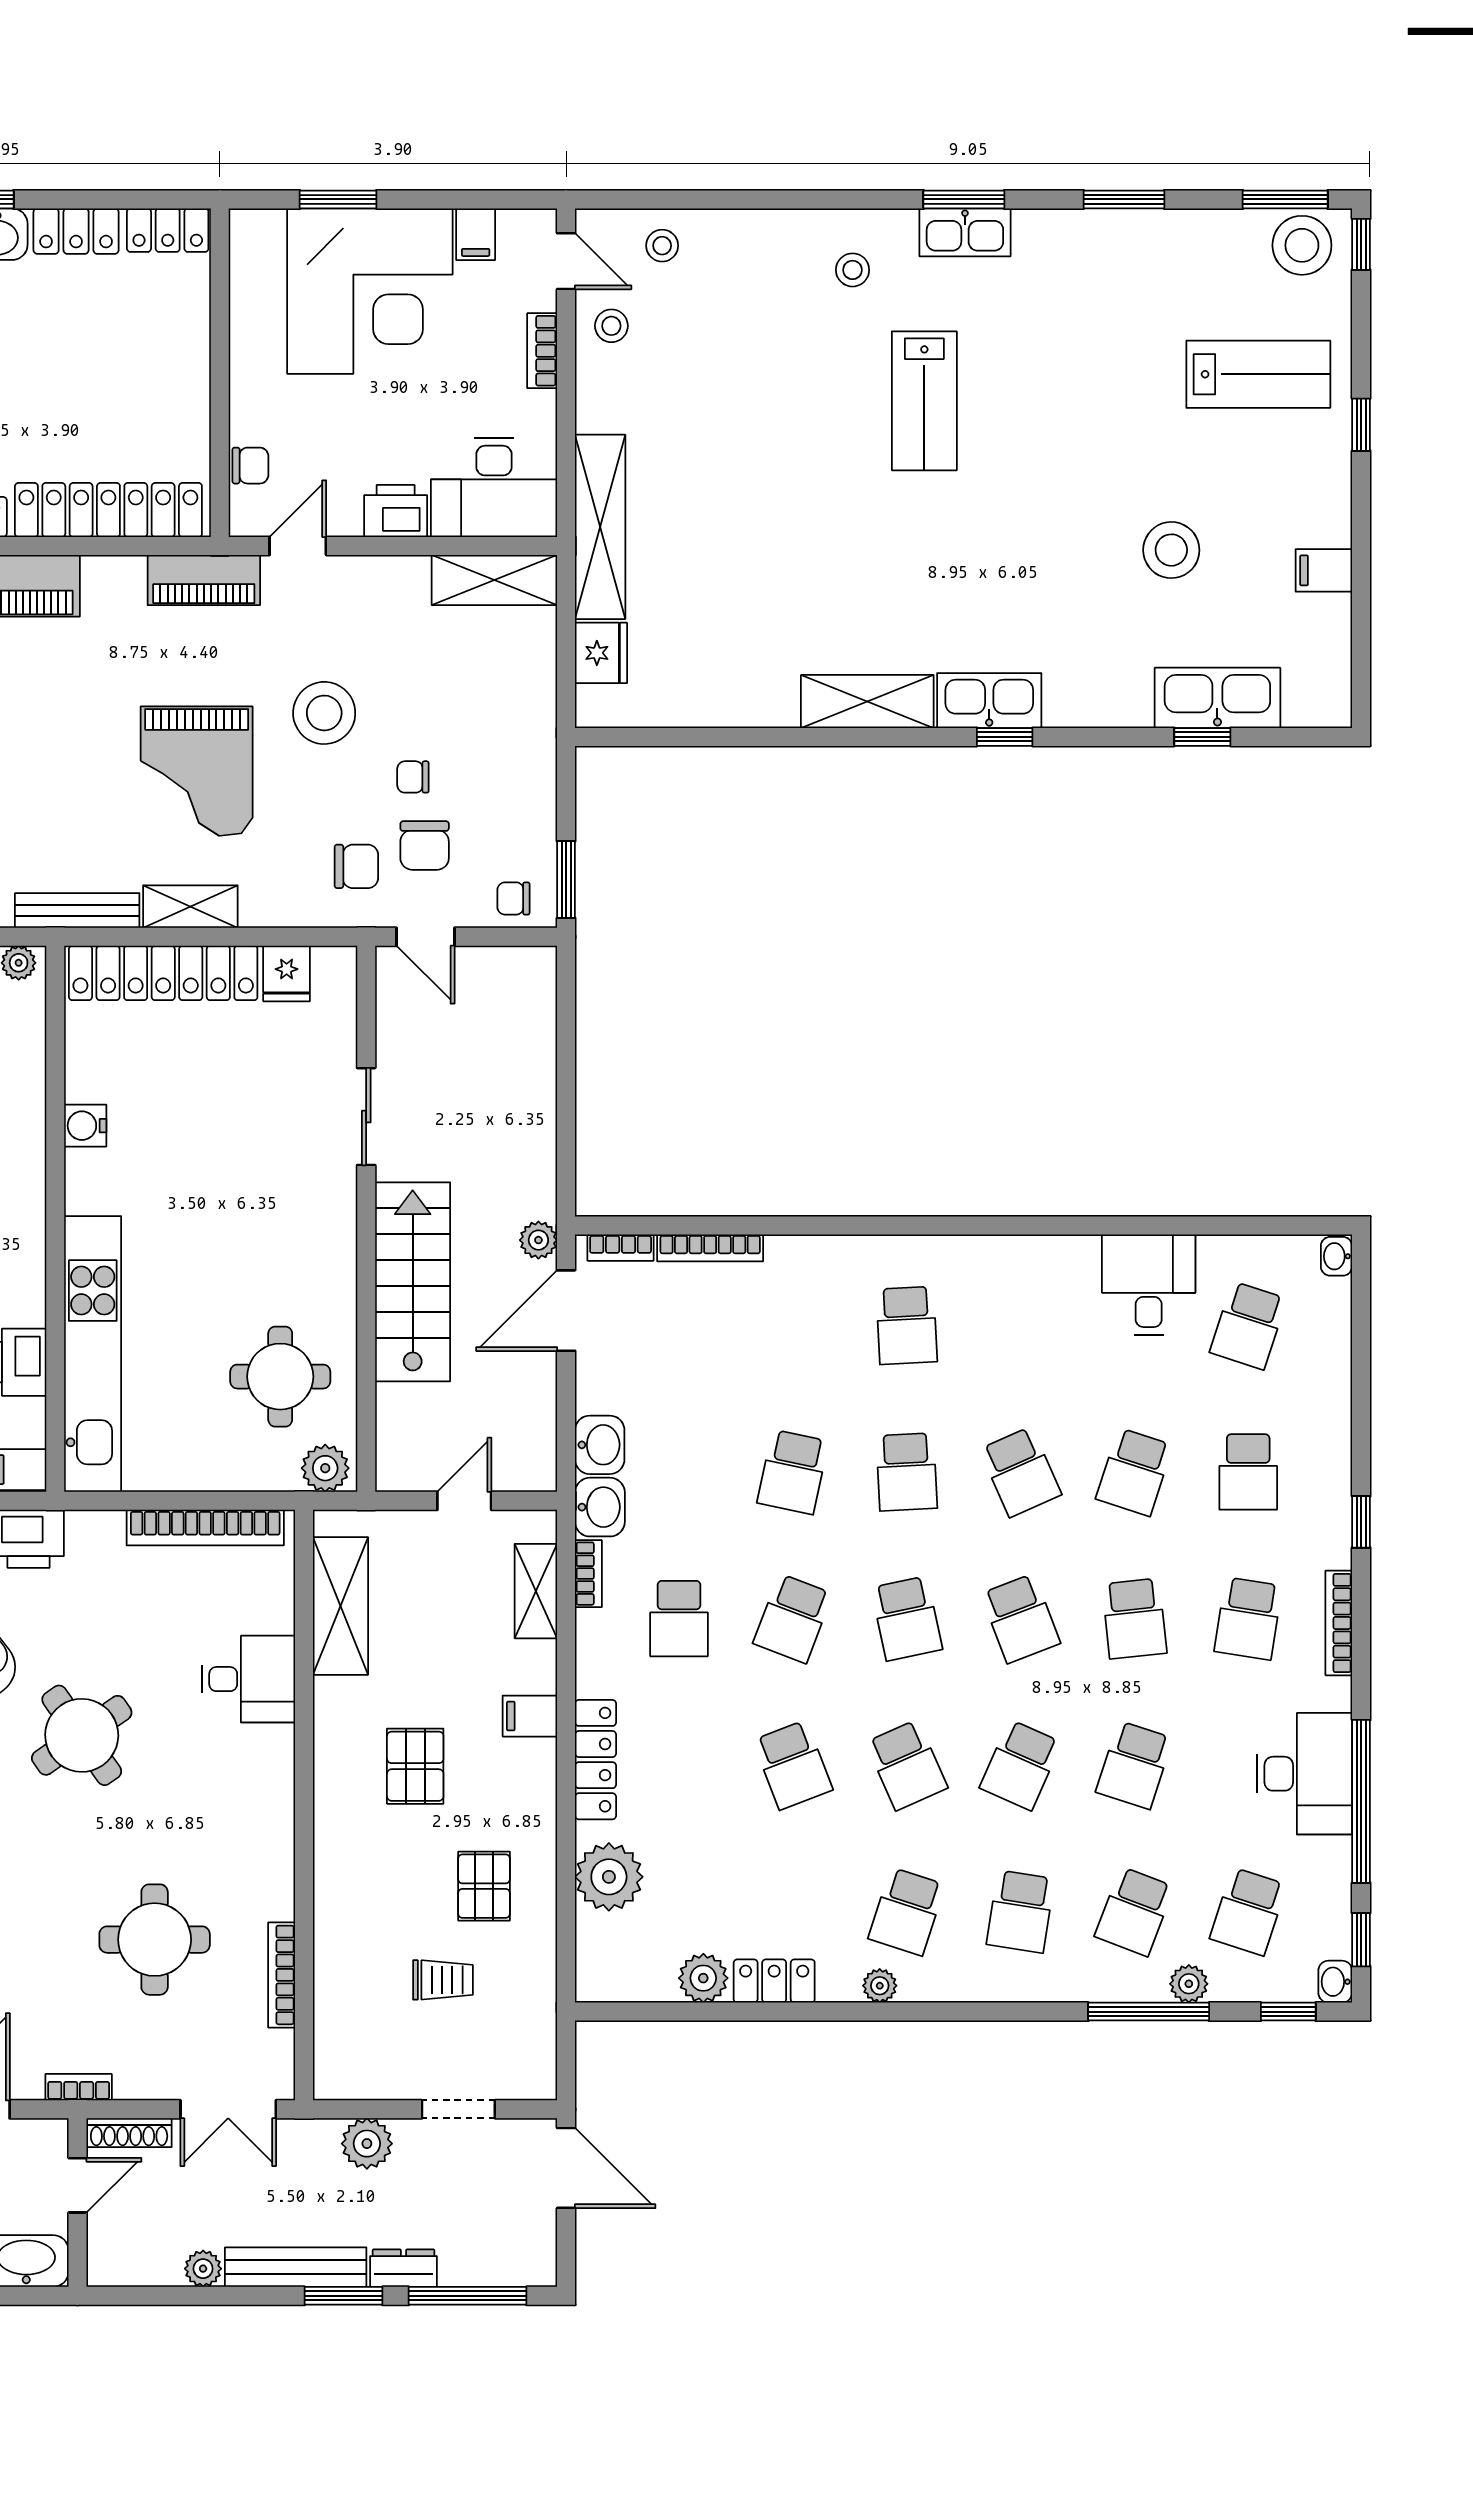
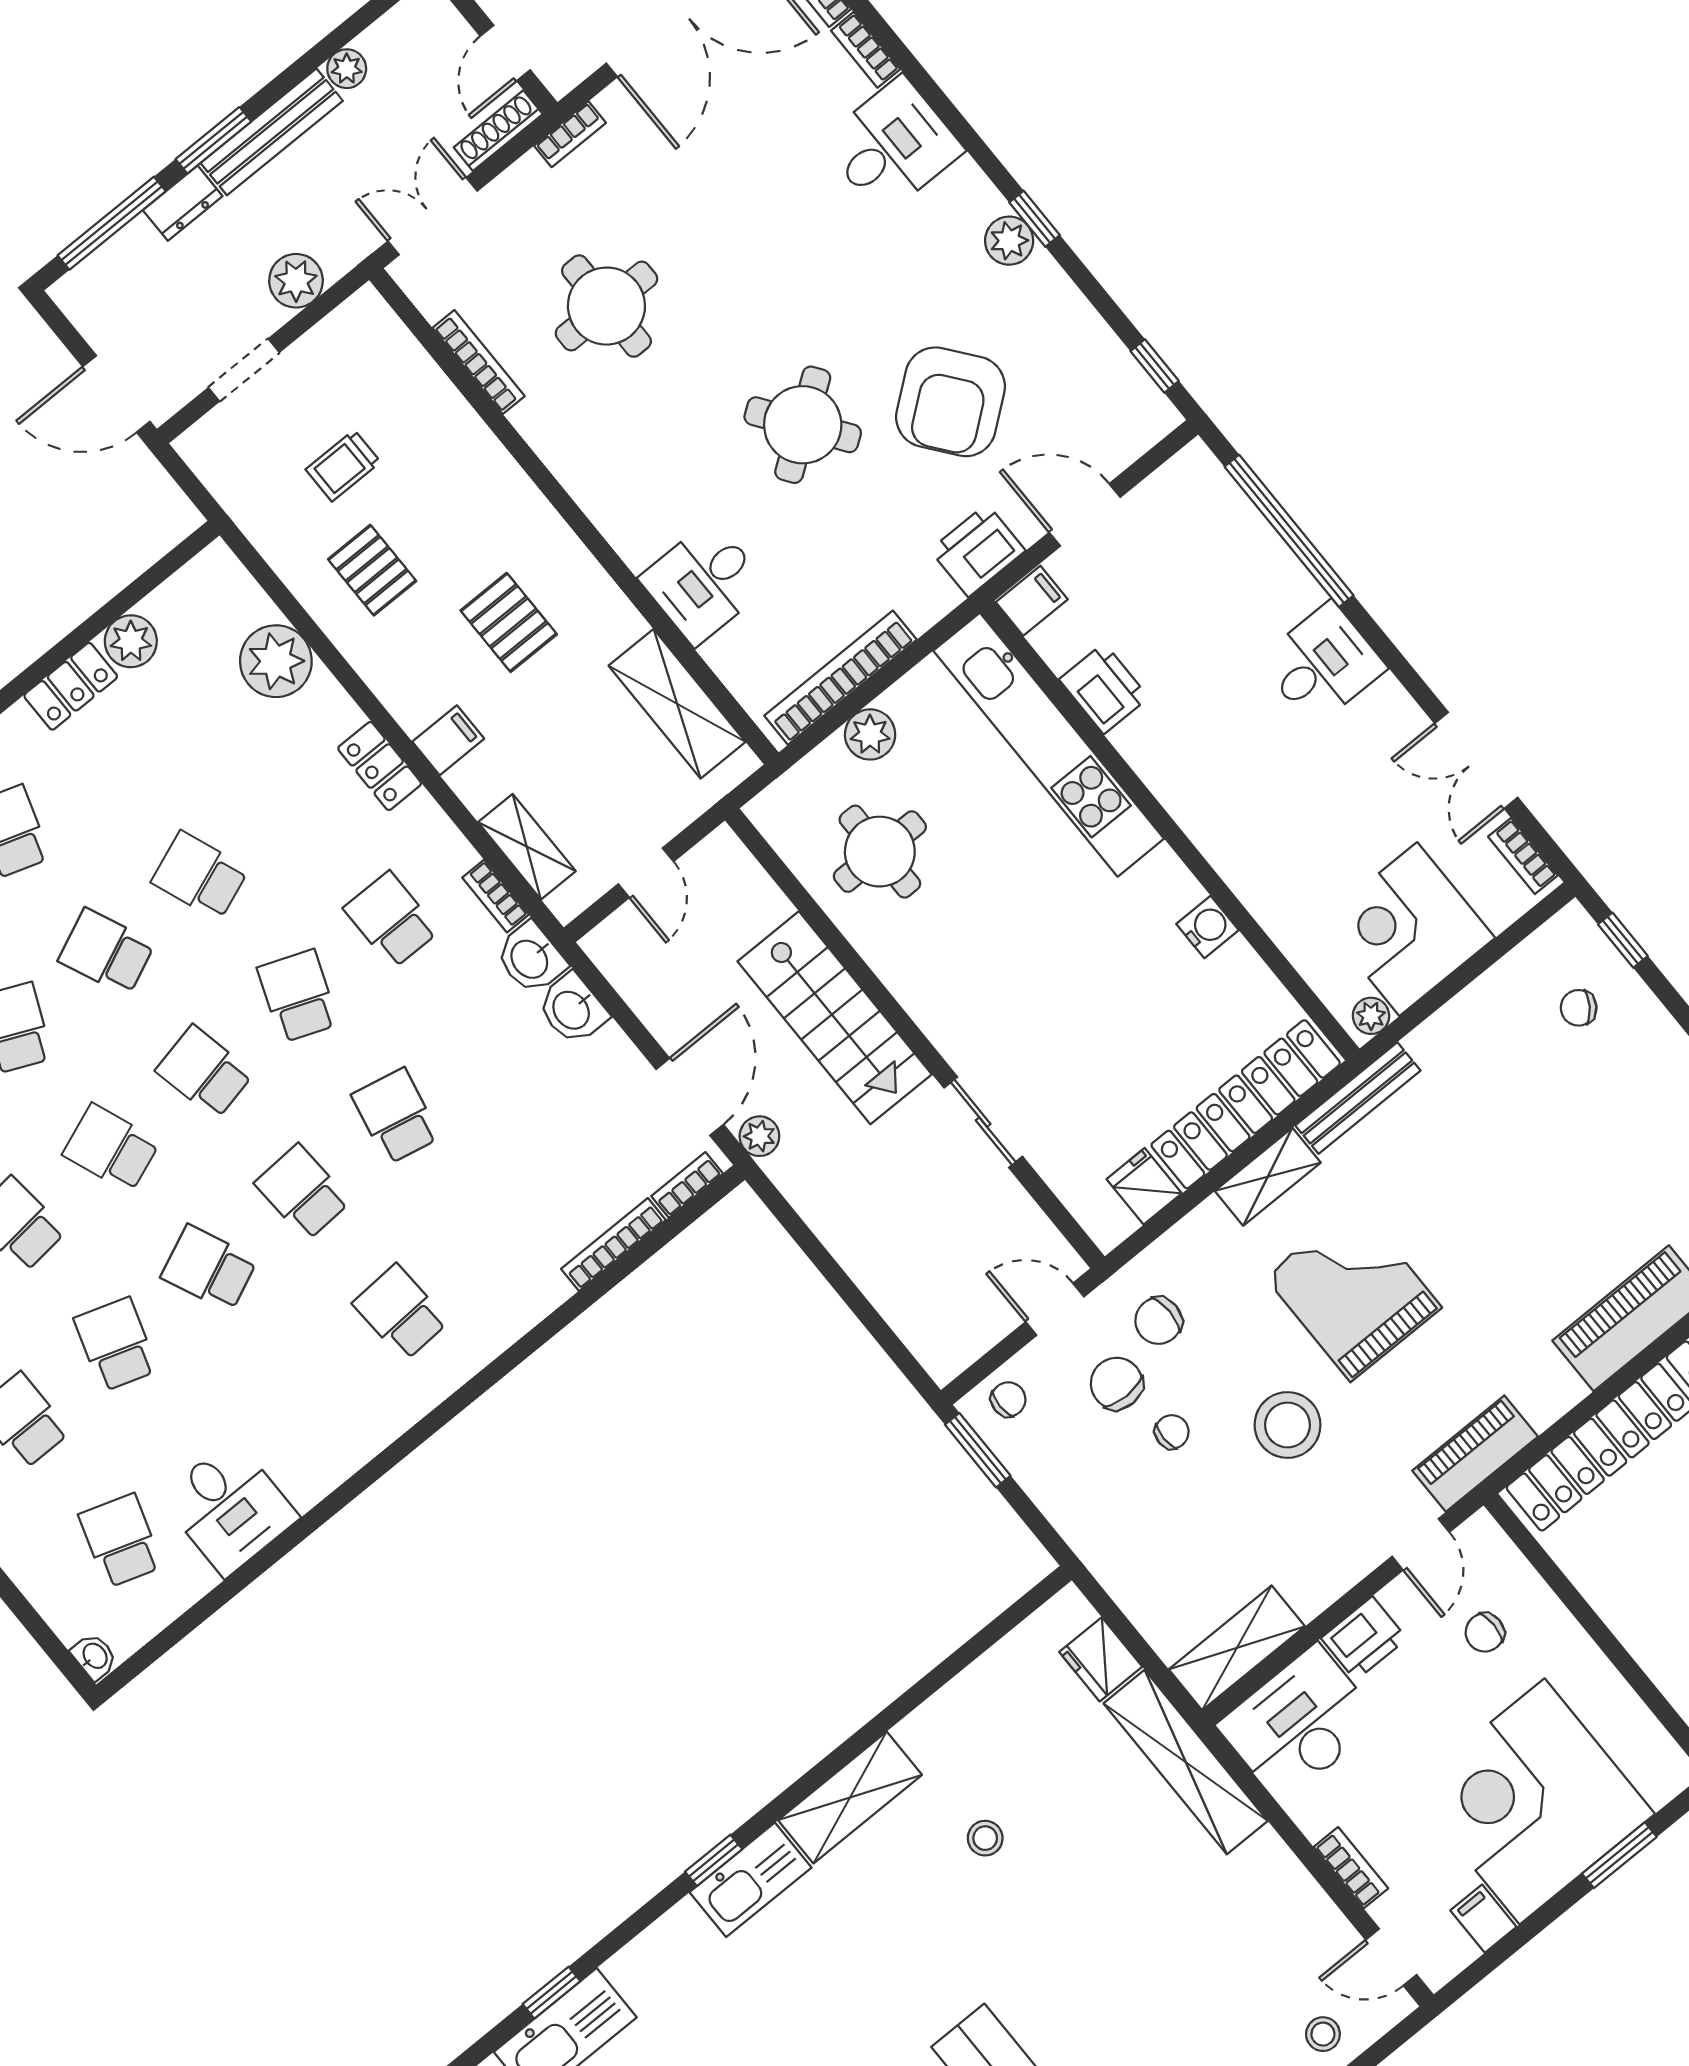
stool: (611, 326) -> (985, 1838), moved
chair: (250, 466) -> (1485, 1632), moved
plant: (325, 1468) -> (870, 734), moved
locker: (596, 1760) -> (380, 766), width x0.66

